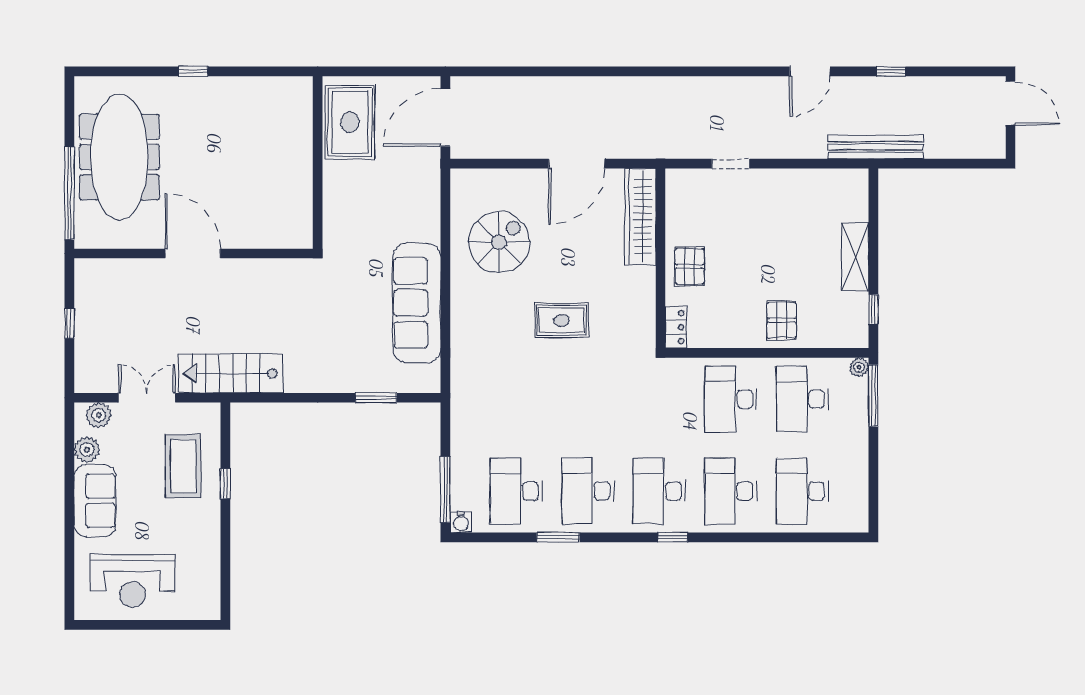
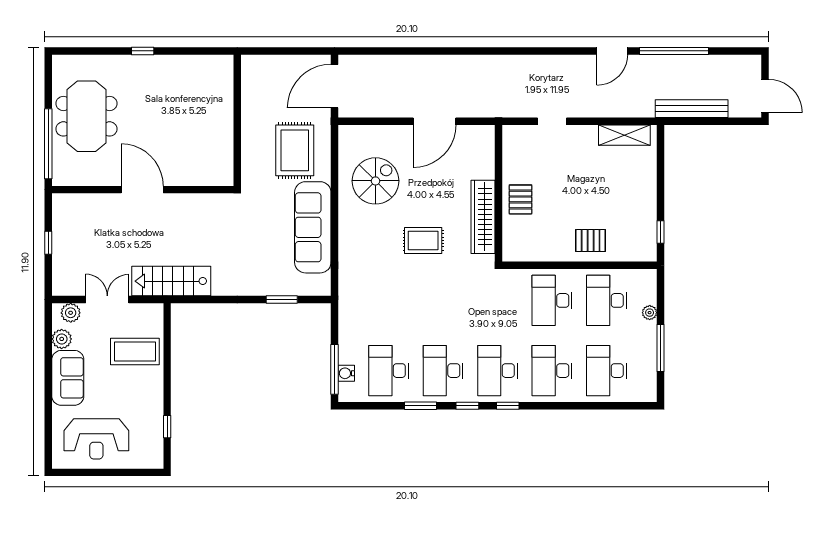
window: (891, 71) -> (674, 51), width x3.17
door: (1011, 103) -> (765, 96), moved
rug: (350, 122) -> (295, 150), moved
bench: (876, 147) -> (692, 109), moved
meeting table: (119, 157) -> (86, 116), width x0.73
wardrobe: (640, 217) -> (483, 217), moved
shelving: (855, 257) -> (624, 135), moved, turned 90
pallet: (782, 320) -> (591, 241), turned 90
locker: (676, 327) -> (510, 246), removed
plant: (859, 367) -> (650, 313), moved
window: (873, 396) -> (661, 348), moved
coffee table: (183, 466) -> (135, 352), turned 90
window: (225, 484) -> (167, 427), moved
water cooler: (461, 522) -> (346, 373), moved, turned 90
window: (620, 537) -> (467, 406), added

